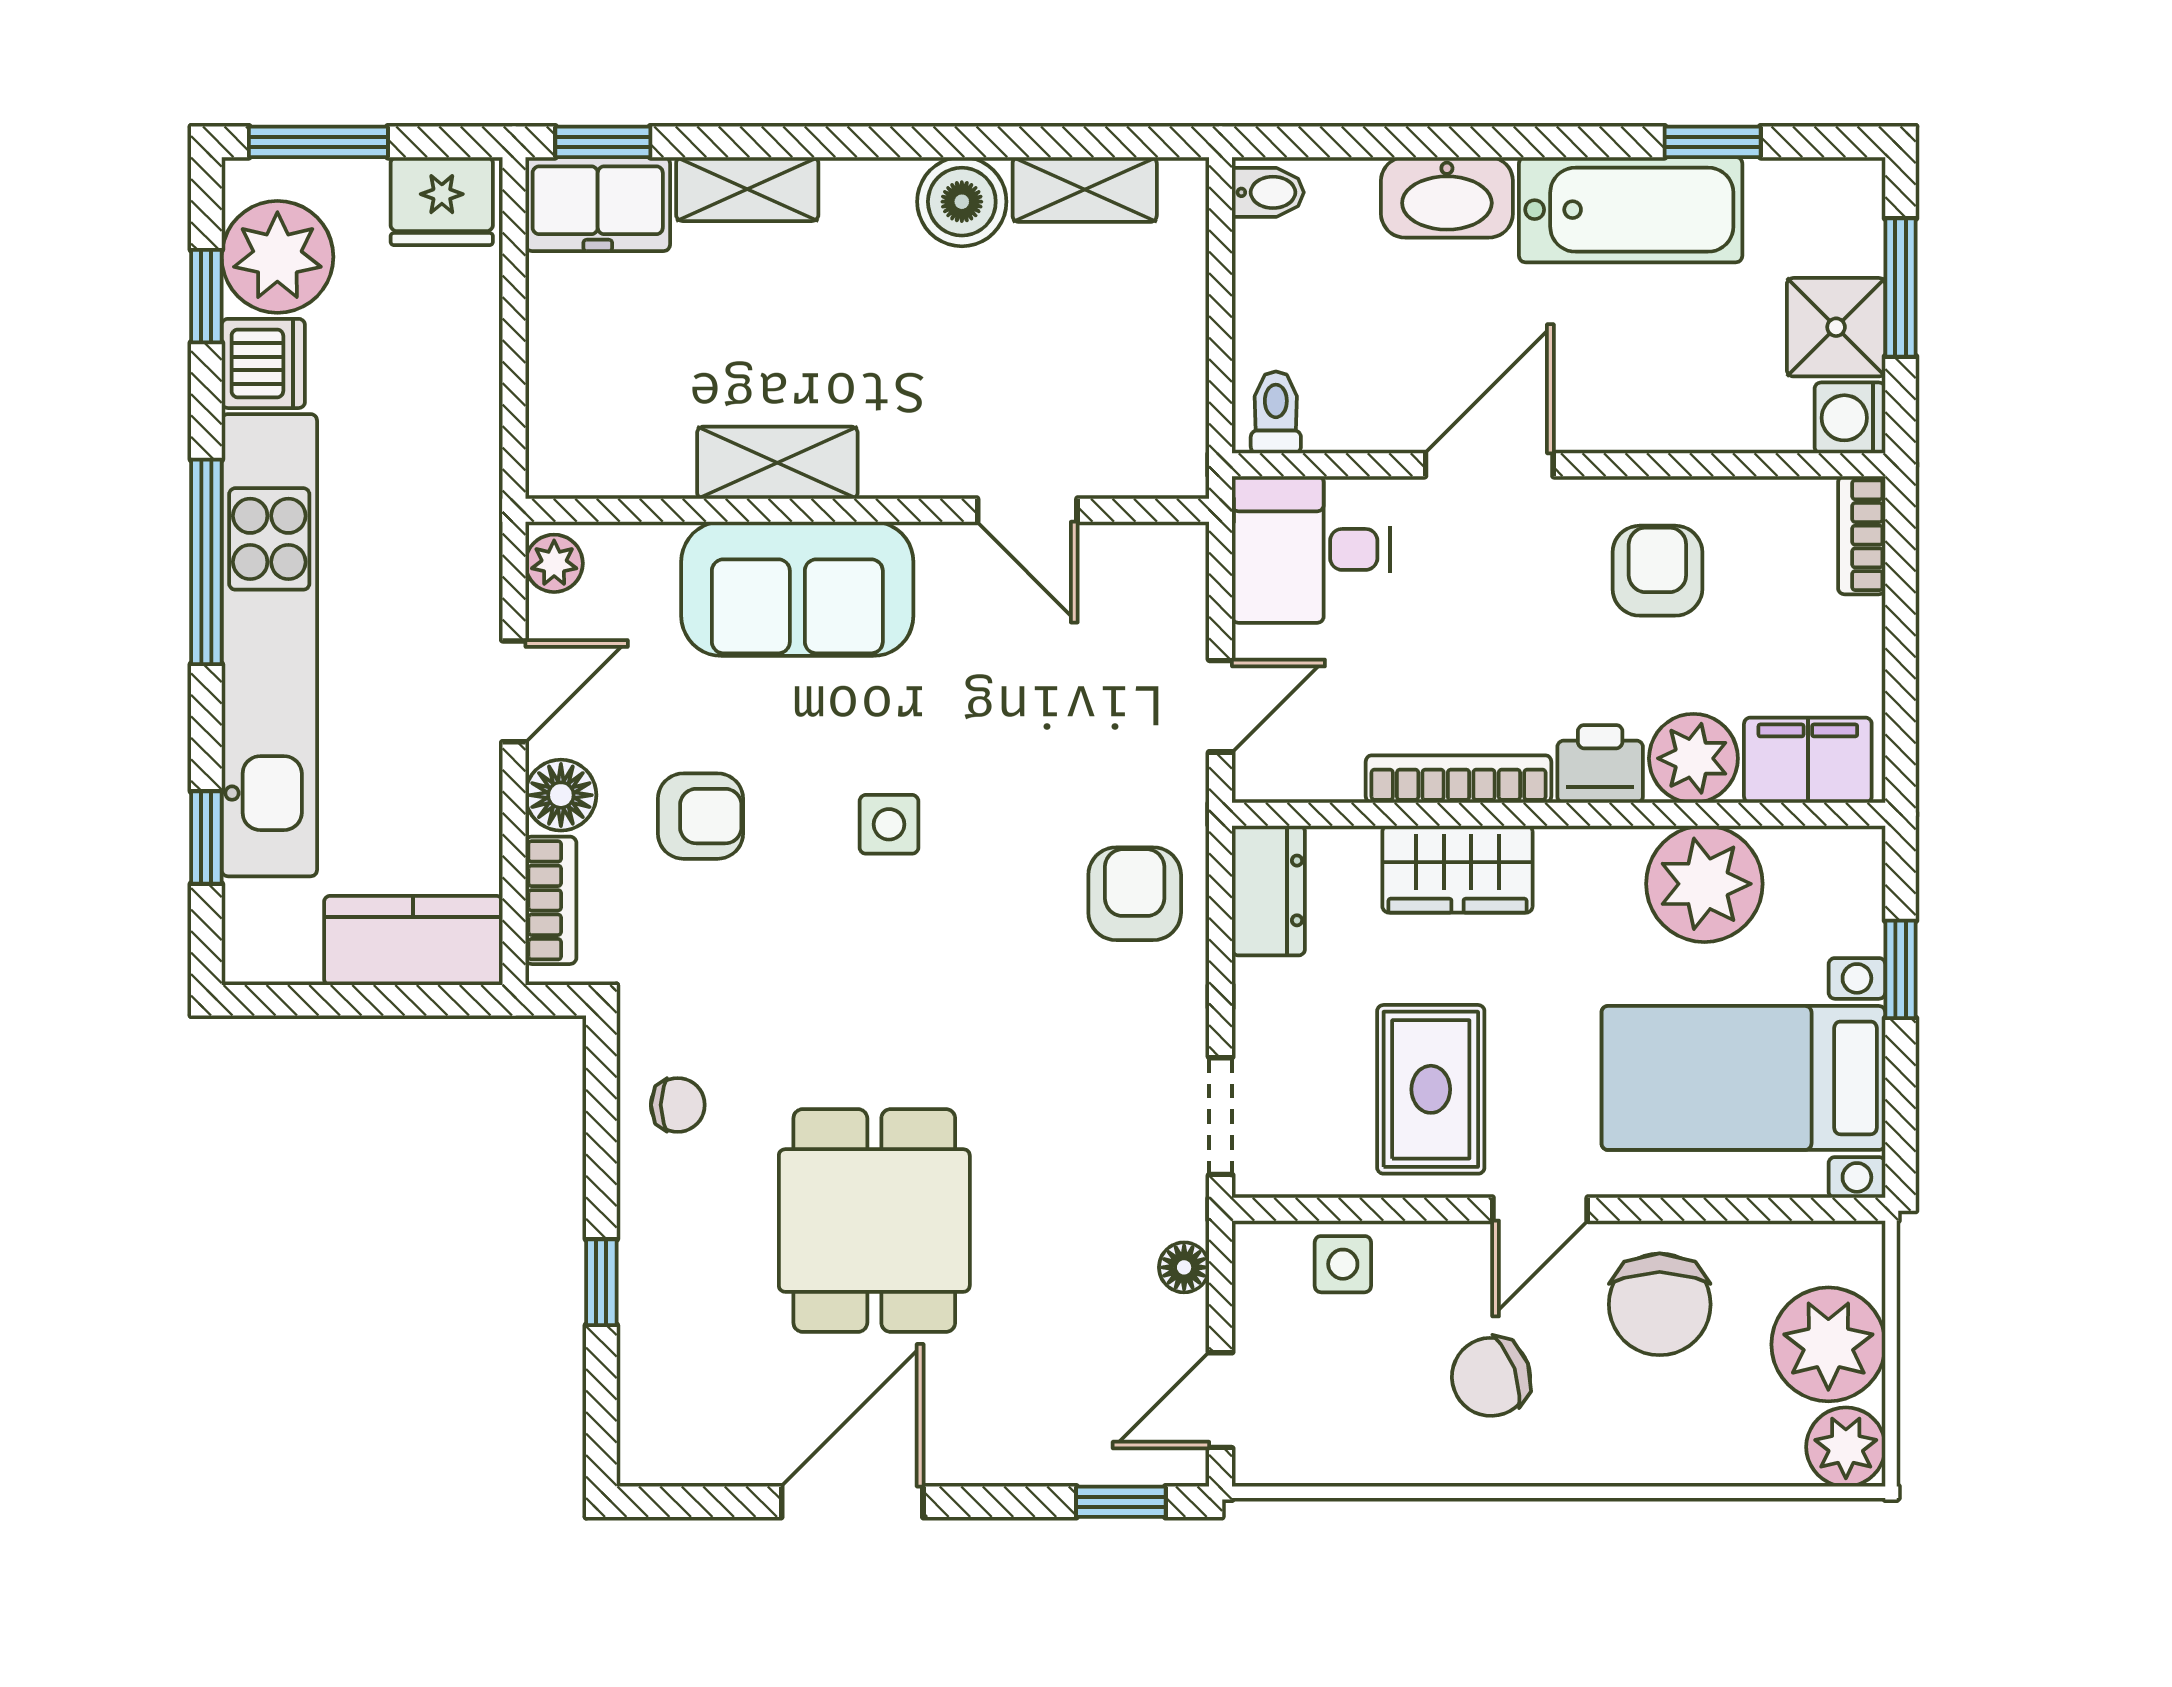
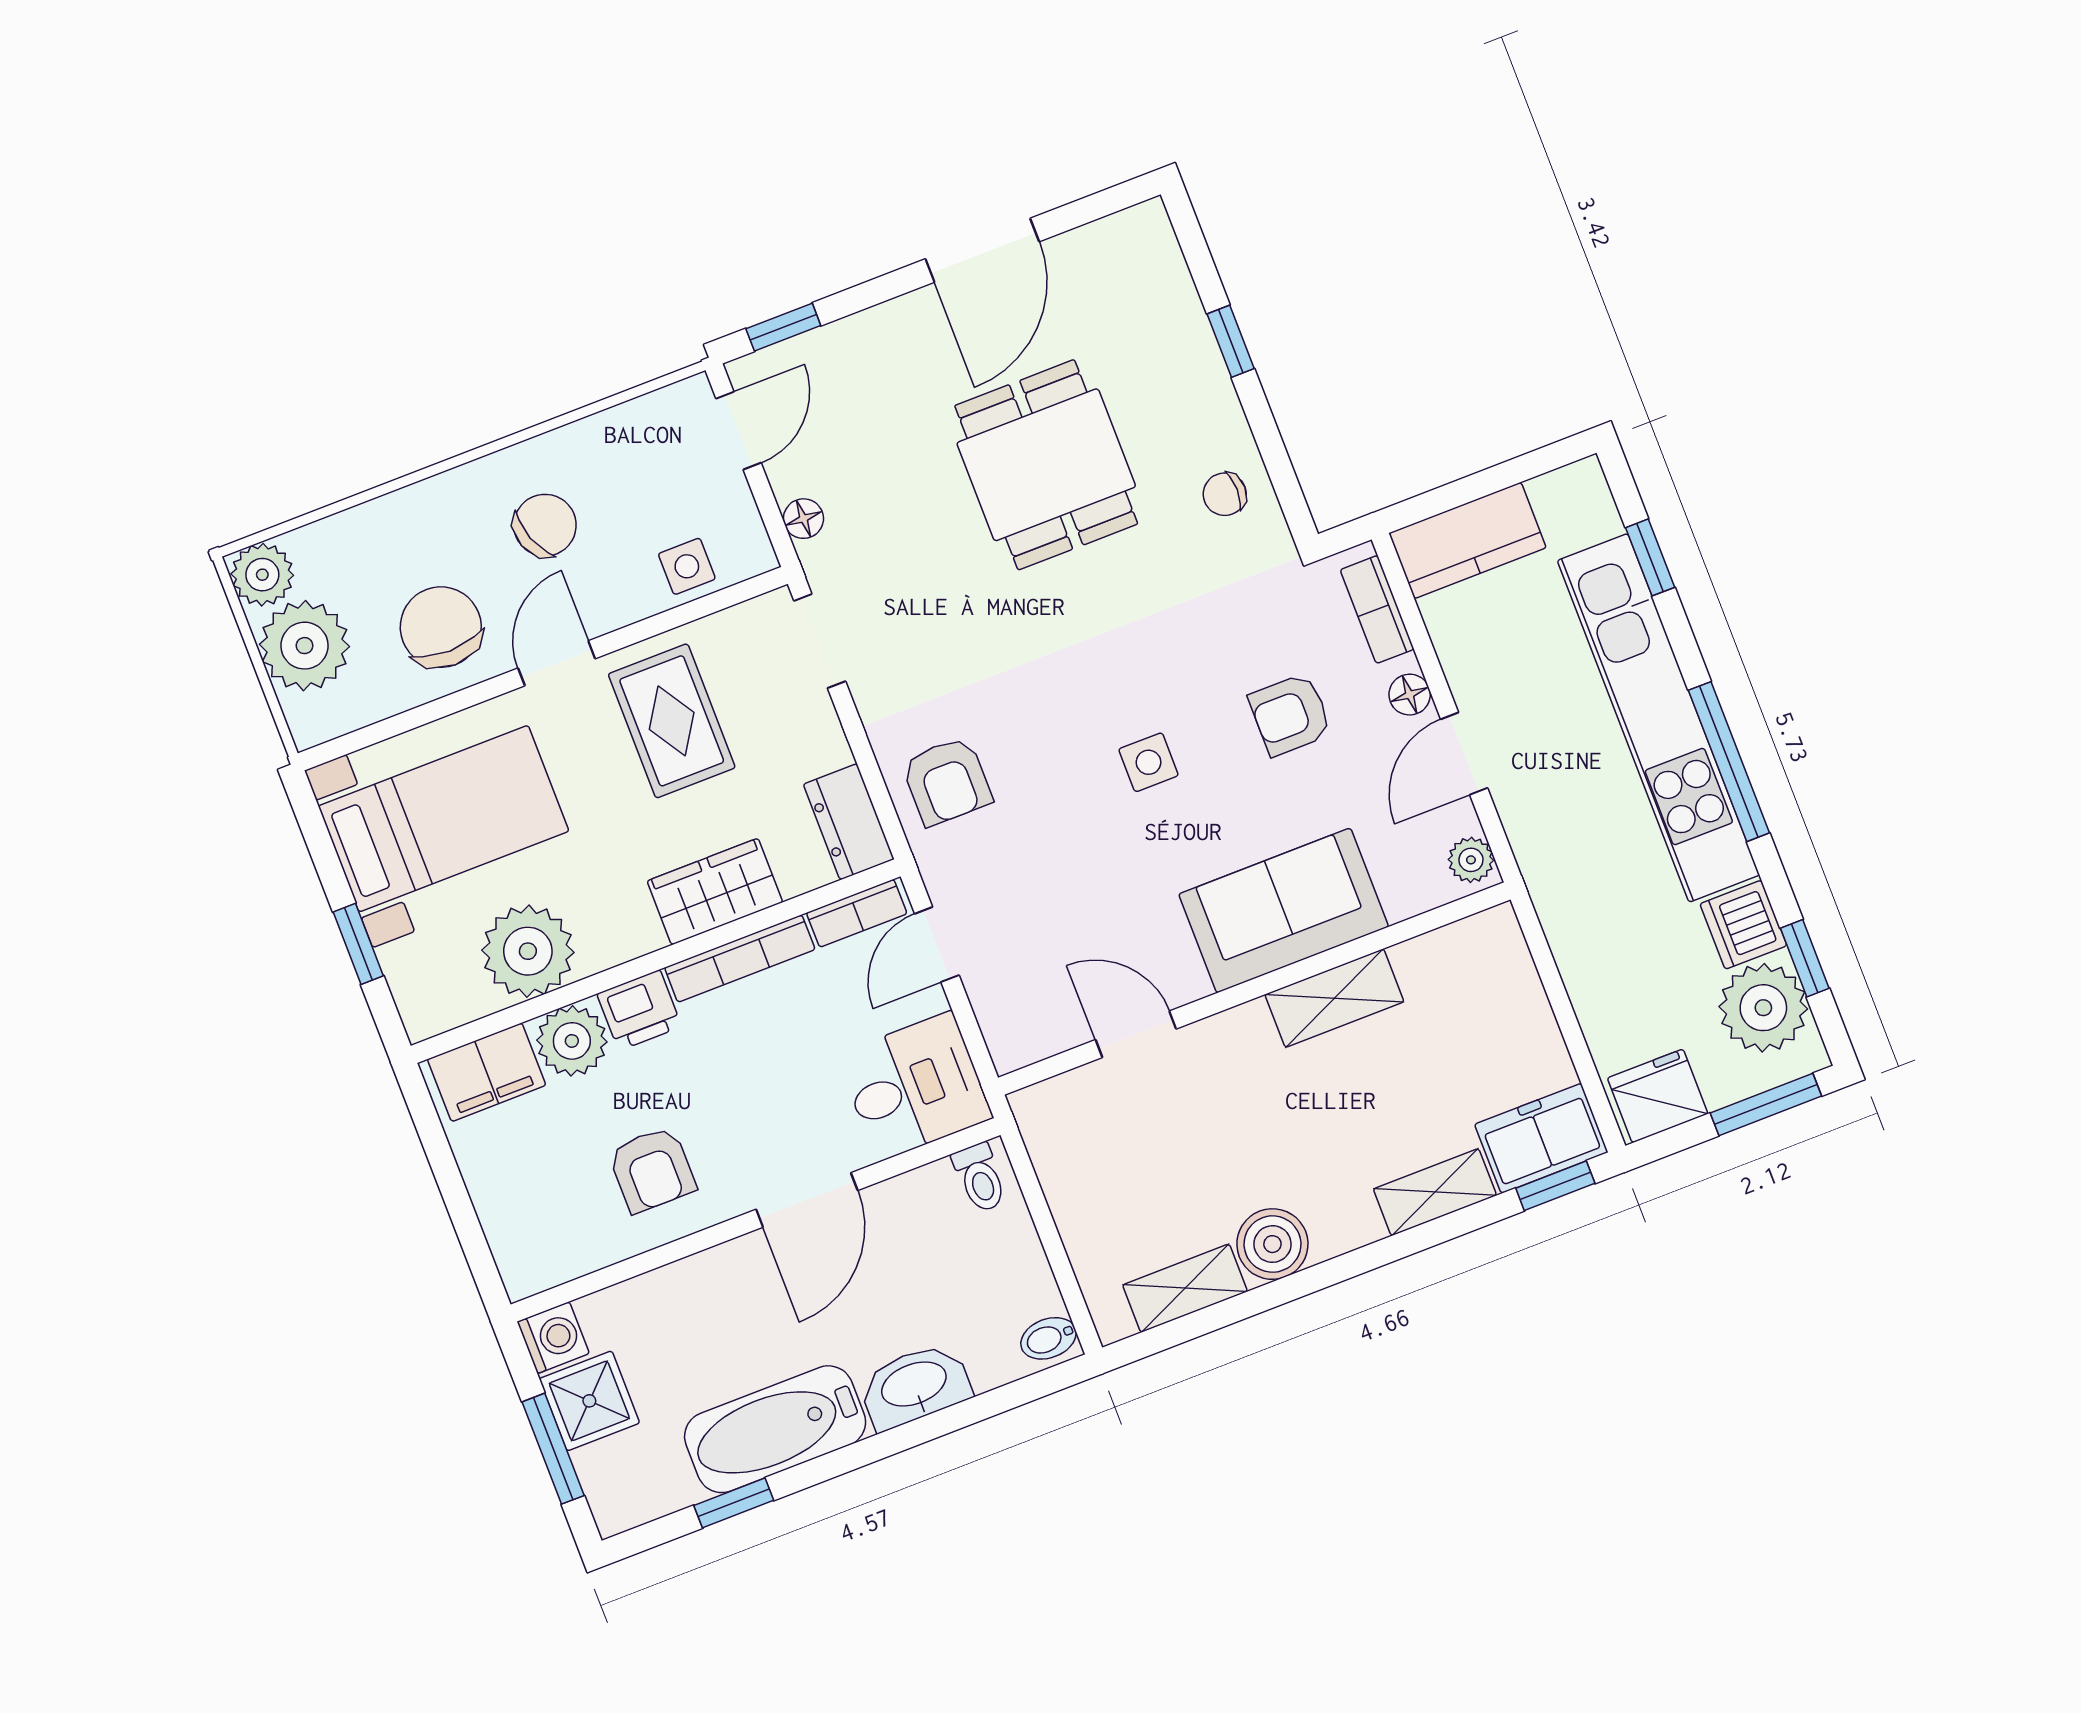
bookcase: (1862, 535) -> (857, 913), moved, turned 90
floor lamp: (561, 795) -> (1410, 695), width x0.73, depth x0.73

